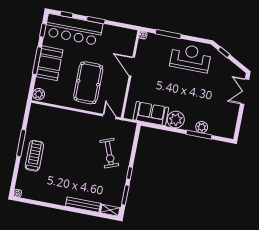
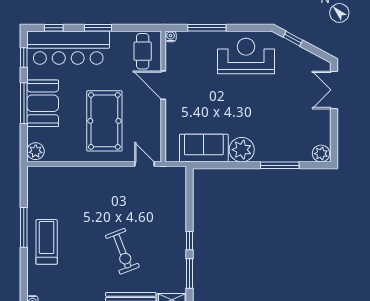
cafe table: (123, 41) -> (143, 51), added
plant: (202, 127) -> (321, 154), moved
exercise bike: (109, 153) -> (122, 251), moved

